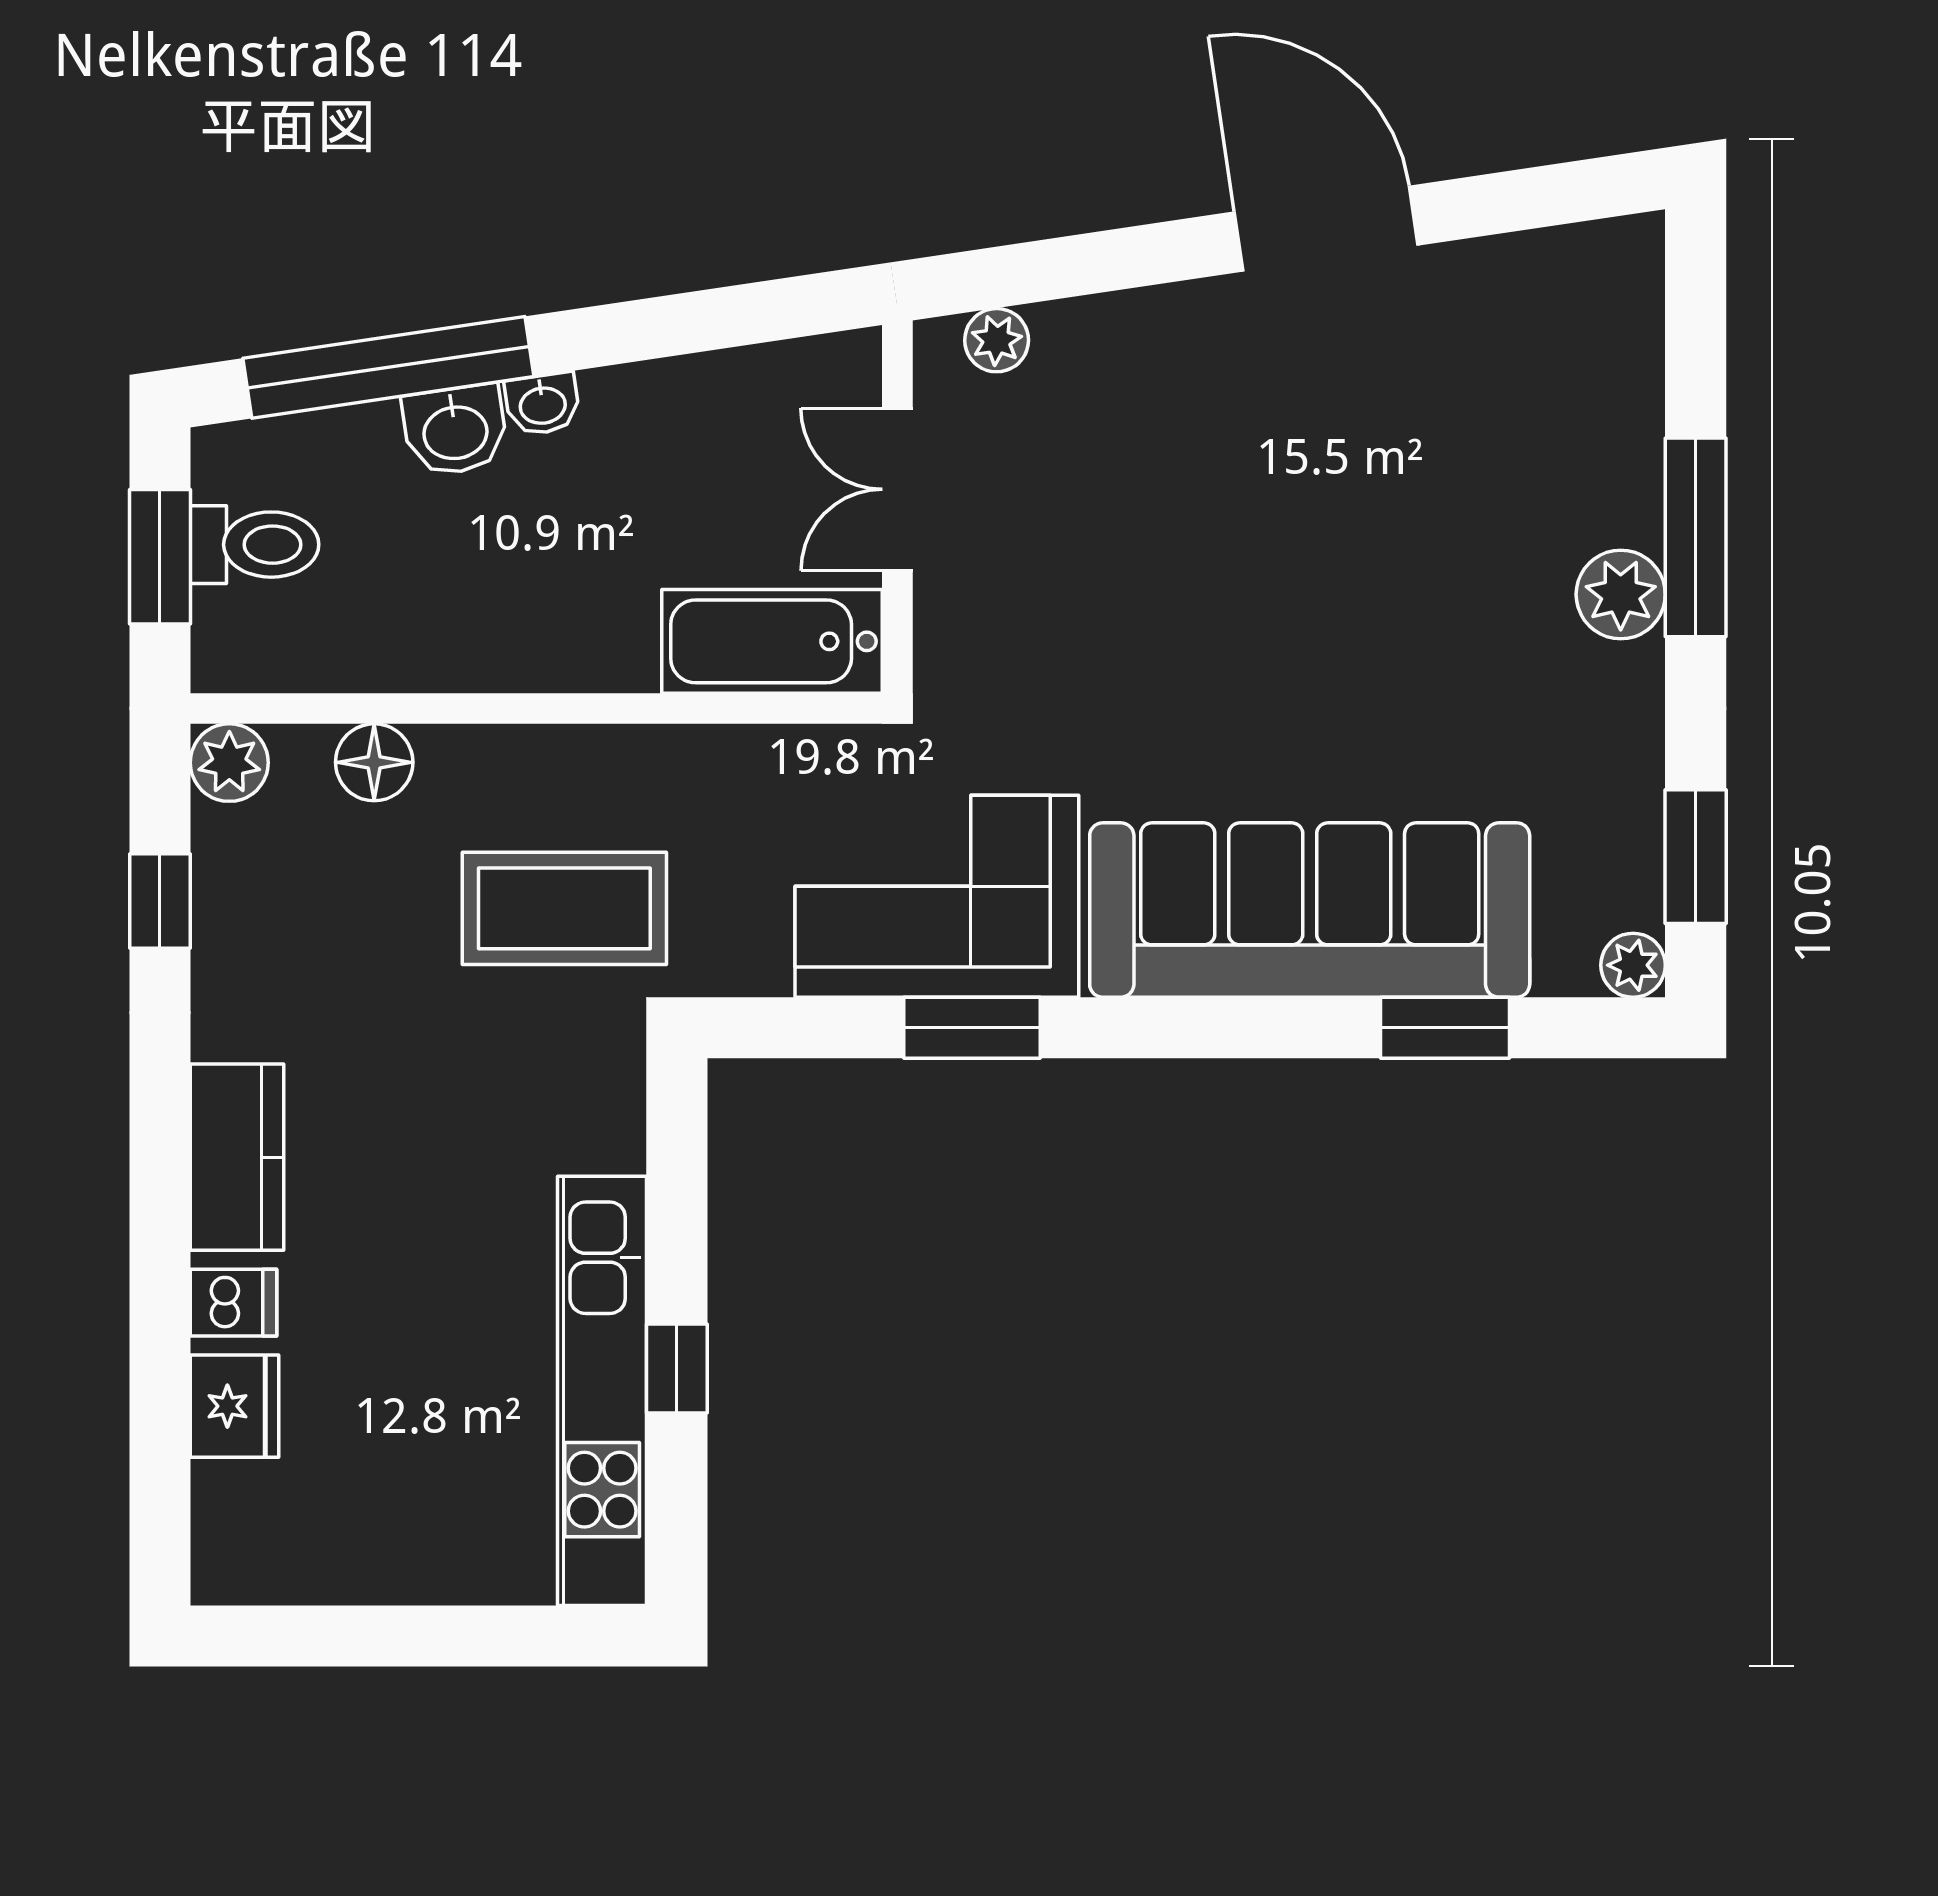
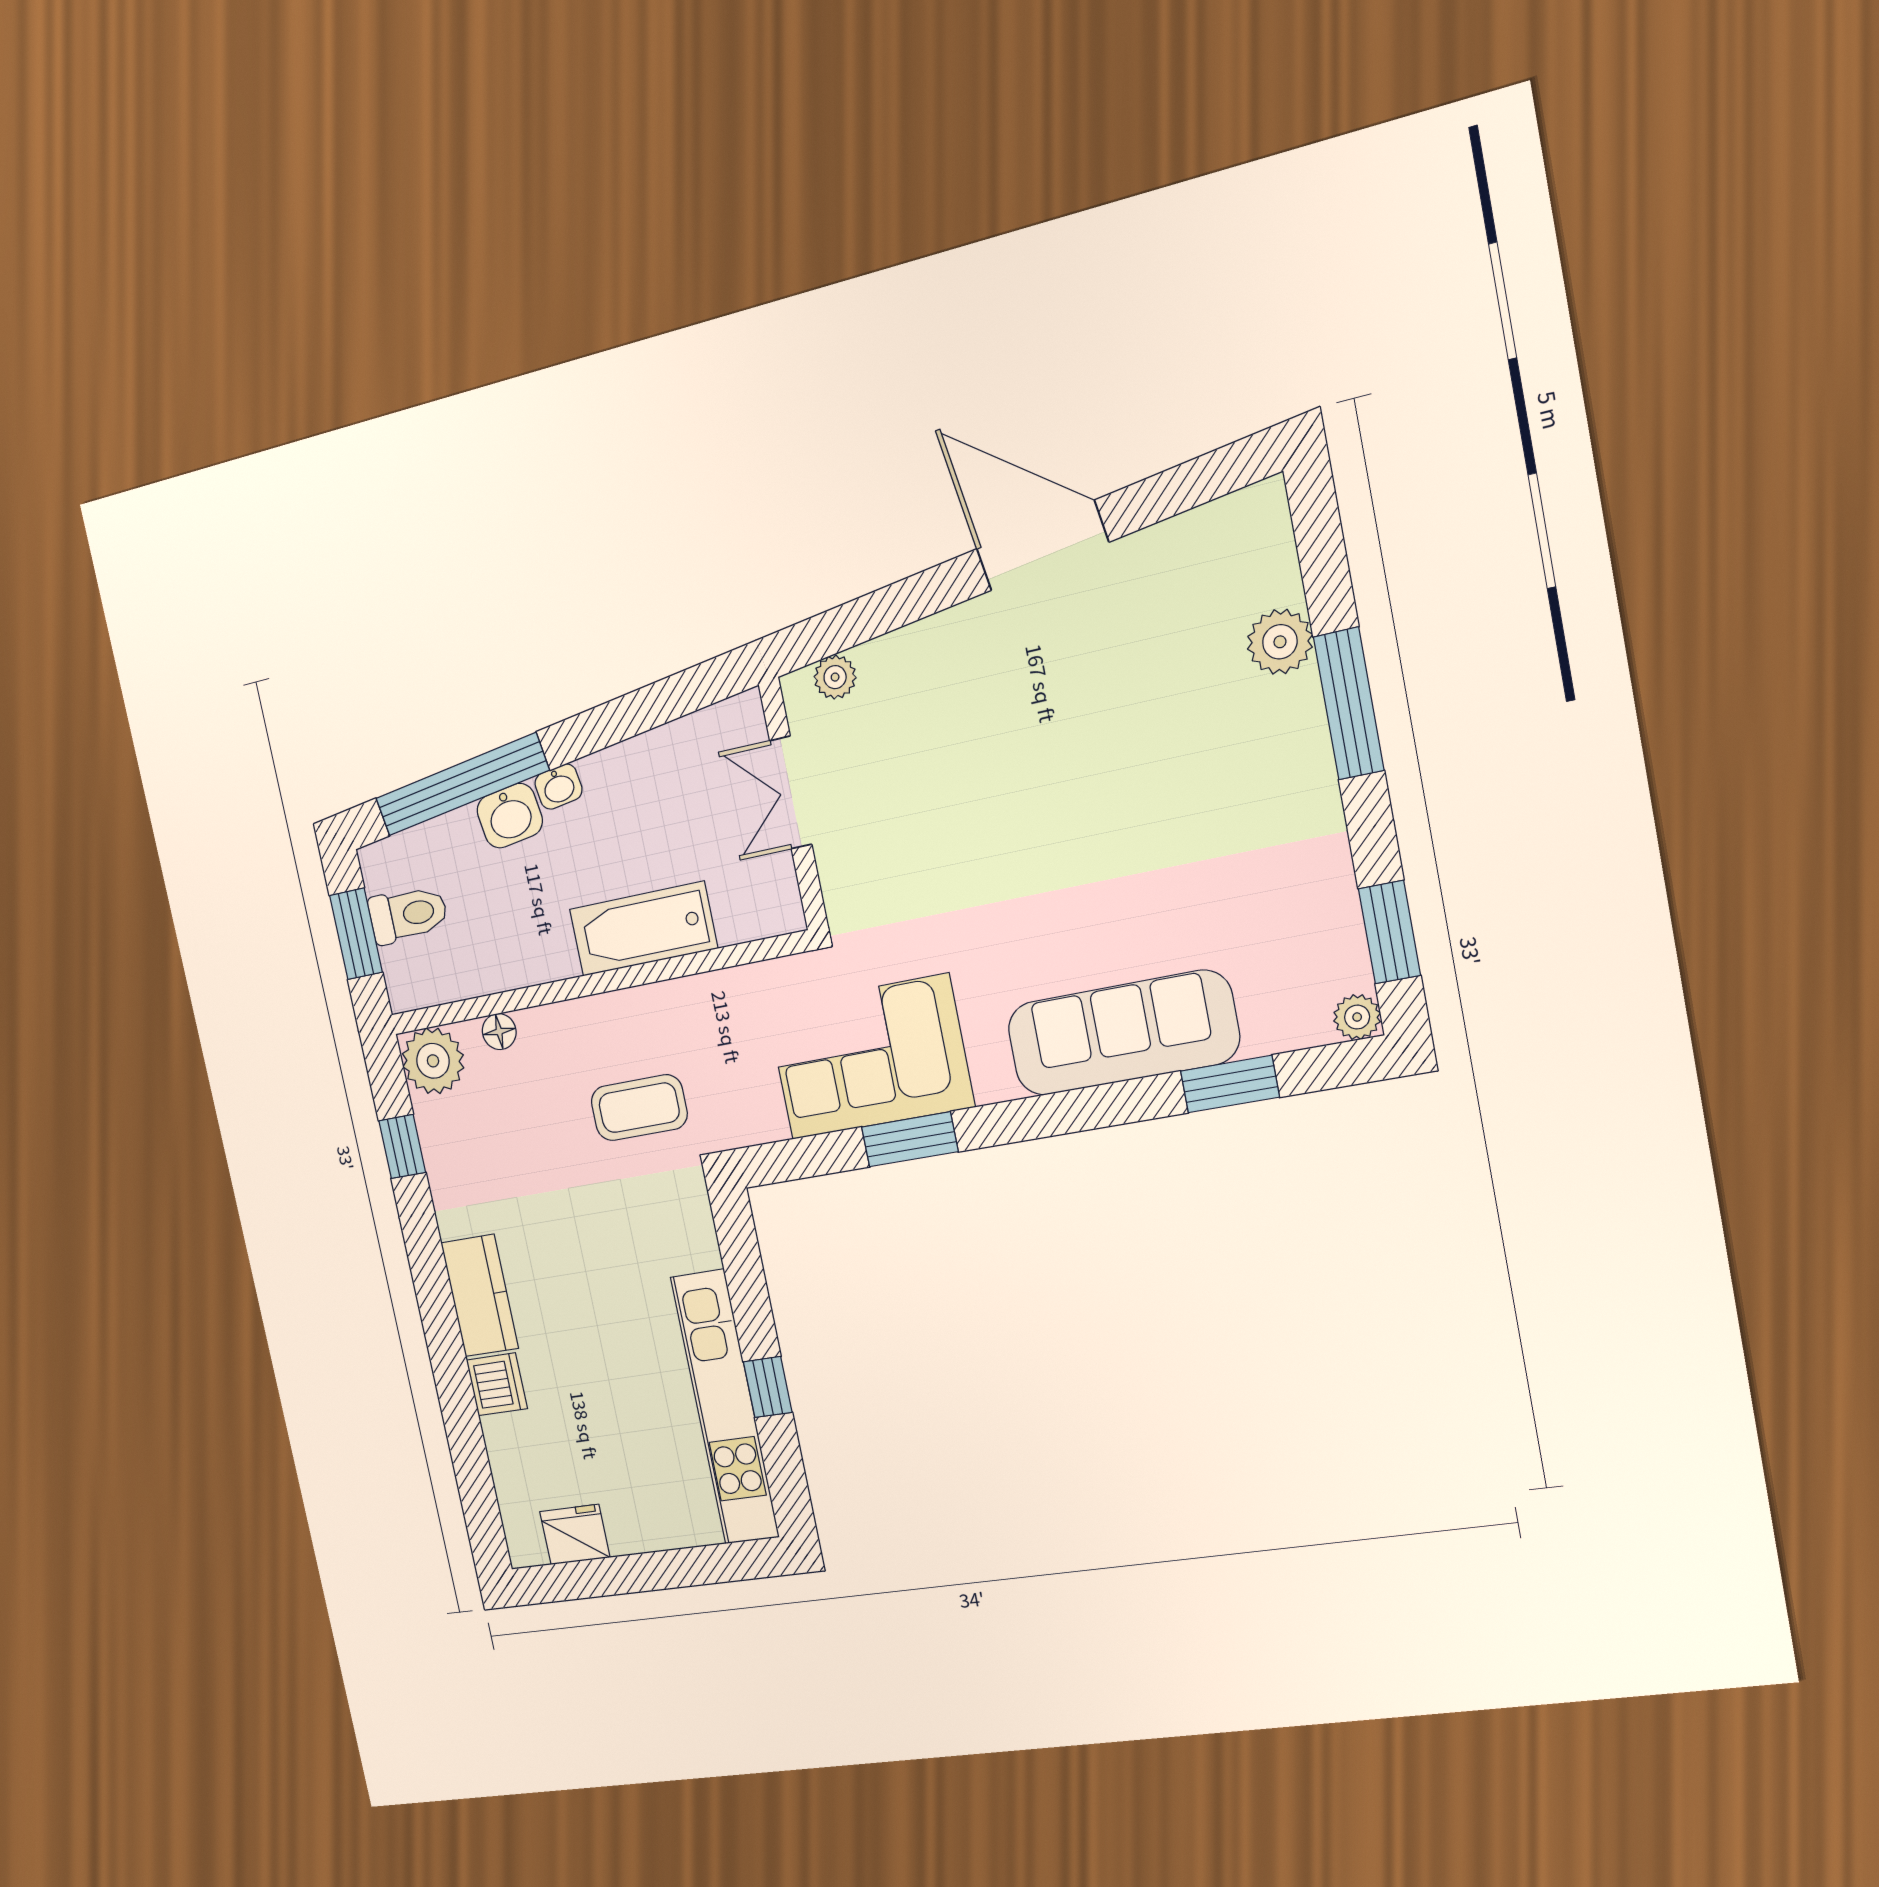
plant: (1621, 594) -> (1280, 642), moved
bathtub: (772, 641) -> (643, 929), moved
floor lamp: (374, 762) -> (499, 1032), width x0.73, depth x0.73
plant: (229, 763) -> (433, 1061), width x1.36, depth x1.36
coffee table: (564, 908) -> (639, 1108), width x0.73, depth x0.76
sofa: (1310, 910) -> (1123, 1033), width x0.74, depth x0.79
dishwasher: (234, 1303) -> (497, 1384), width x1.38
fridge: (234, 1406) -> (575, 1534), moved, turned -90

